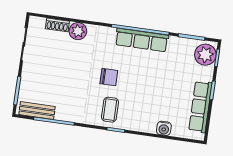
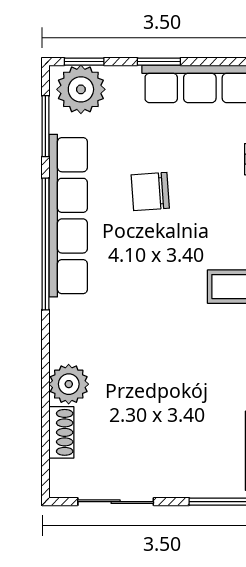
row of seats: (142, 40) -> (68, 216), width x1.36
chair: (109, 77) -> (150, 191), moved, turned -94

